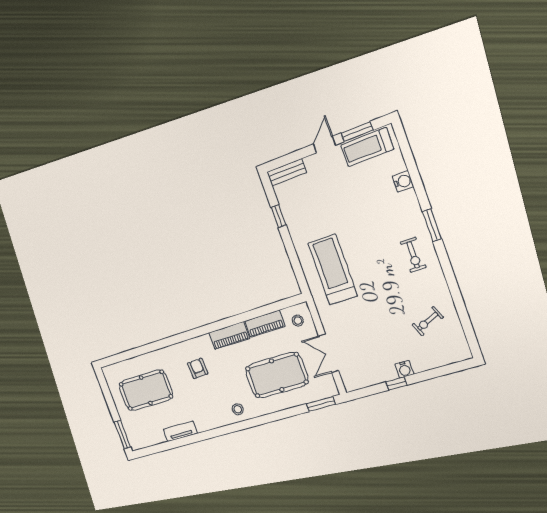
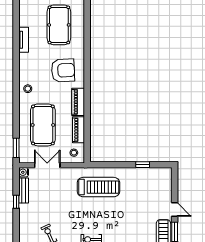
bench: (287, 172) -> (24, 191), moved
armchair: (198, 368) -> (63, 70), width x1.88, depth x1.88
water cooler: (404, 369) -> (24, 172), moved

